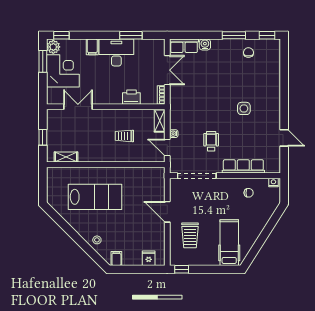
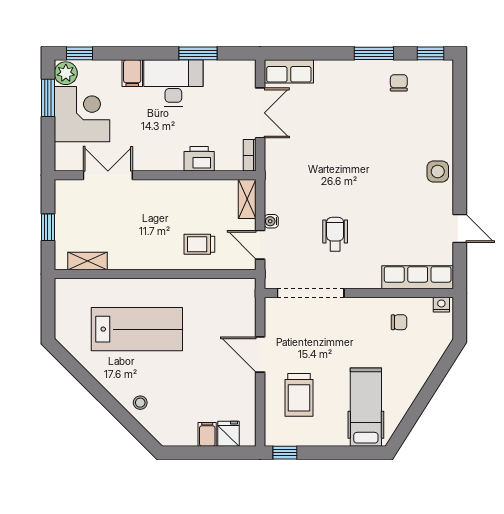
water cooler: (205, 45) -> (324, 69), removed
side table: (244, 108) -> (438, 171), moved
trolley: (124, 136) -> (199, 244), moved
row of seats: (243, 166) -> (418, 277), moved
filing cabinet: (116, 259) -> (207, 434), moved

